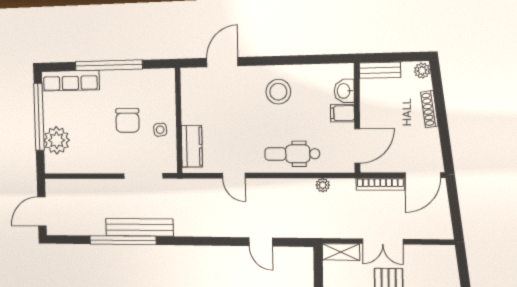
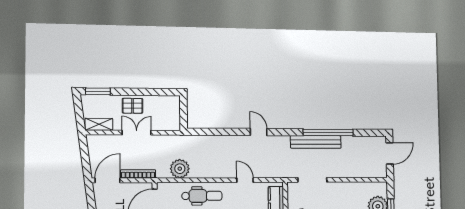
plant: (323, 185) -> (180, 169), width x1.88, depth x1.88
door: (261, 242) -> (259, 132), moved
shelving: (341, 252) -> (99, 124), moved

